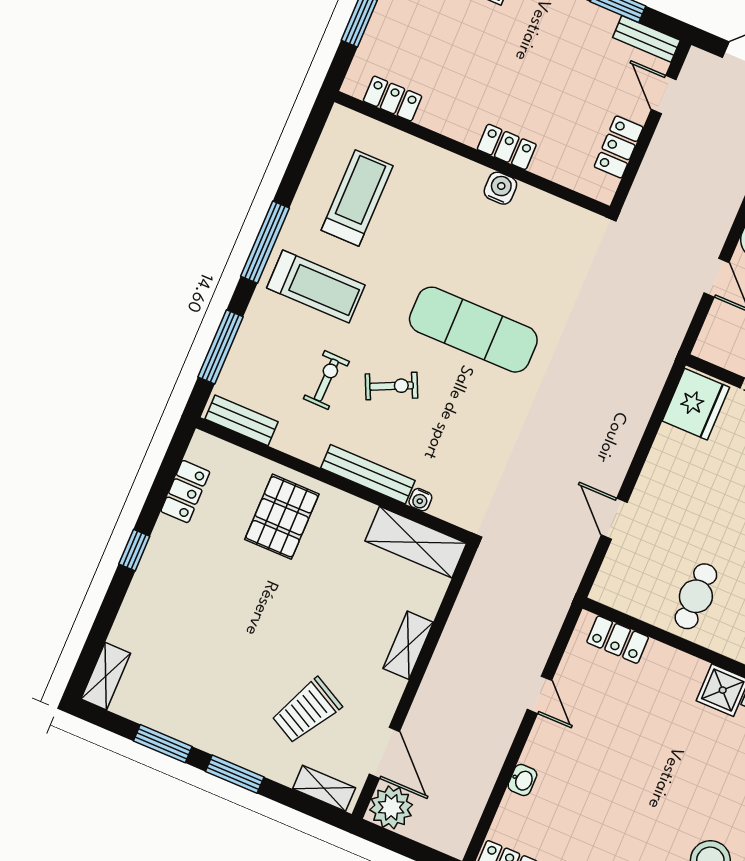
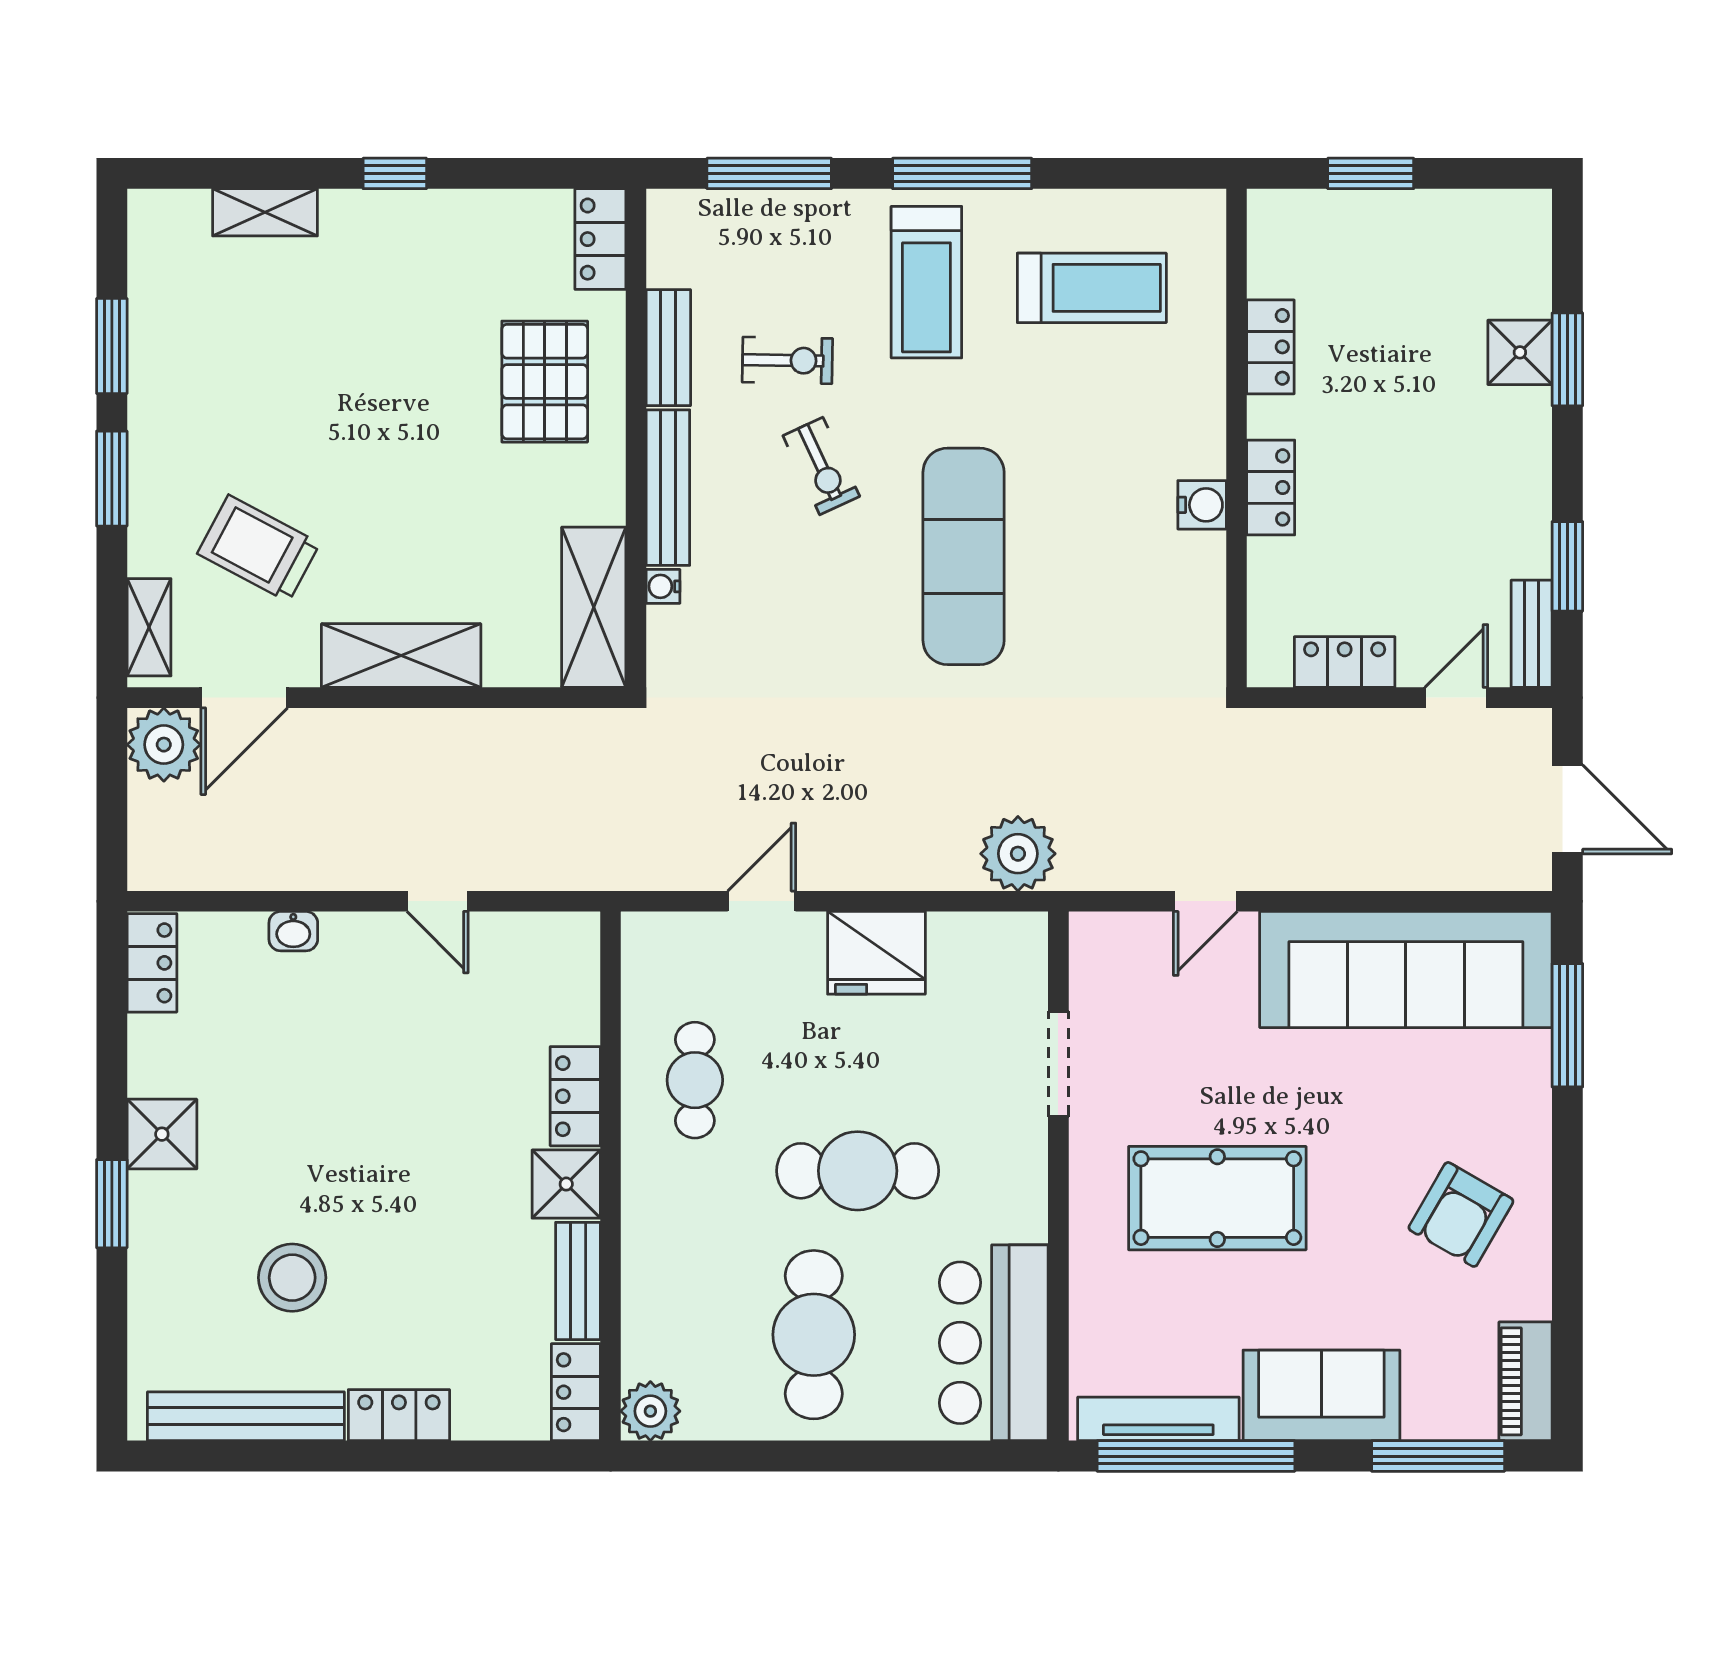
locker: (392, 99) -> (1270, 347), moved
plant: (647, 369) -> (1018, 854), added
fridge: (696, 404) -> (876, 953), moved
bench: (242, 420) -> (668, 348), moved
locker: (185, 492) -> (600, 239), moved, turned 90
pallet: (282, 517) -> (545, 382), turned 90
cafe table: (696, 596) -> (695, 1080), turned 90
locker: (618, 640) -> (575, 1096), moved
shelving: (408, 645) -> (401, 656), width x1.50, depth x1.33
shelving: (106, 676) -> (265, 212), moved
door: (539, 695) -> (437, 901), hinge flipped

